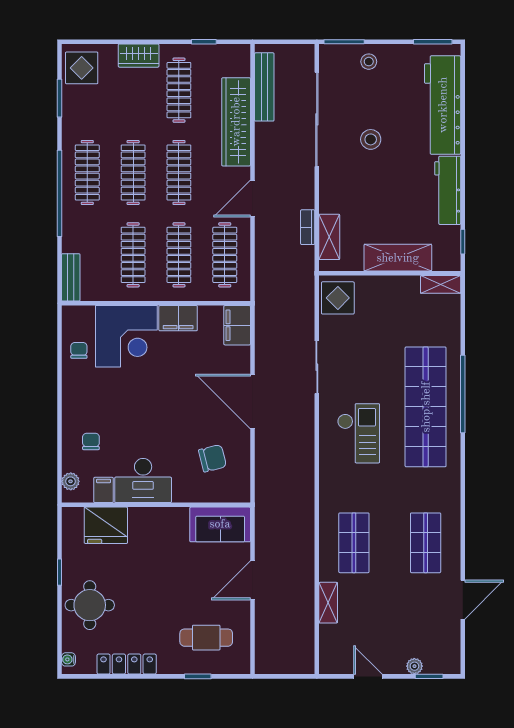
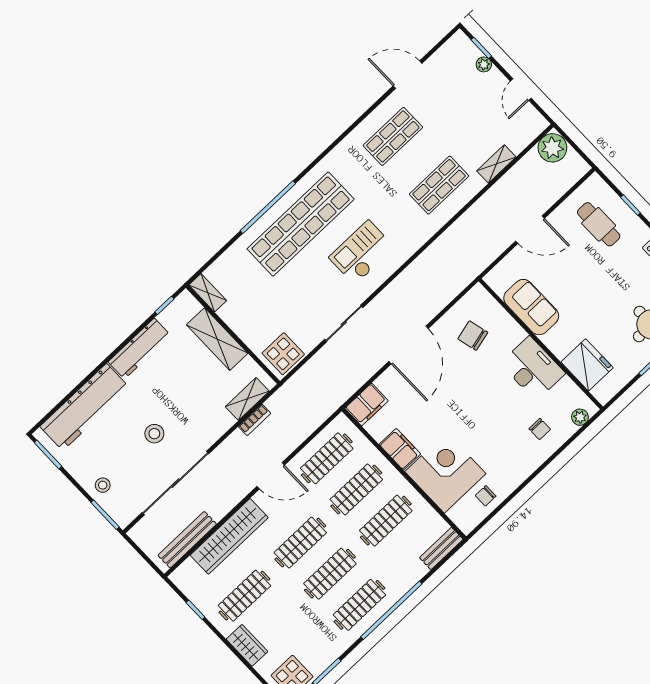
chair: (91, 441) -> (540, 429), turned -90
filing cabinet: (104, 490) -> (565, 389), removed
sofa: (220, 524) -> (531, 307), moved
plant: (299, 658) -> (552, 148), added

